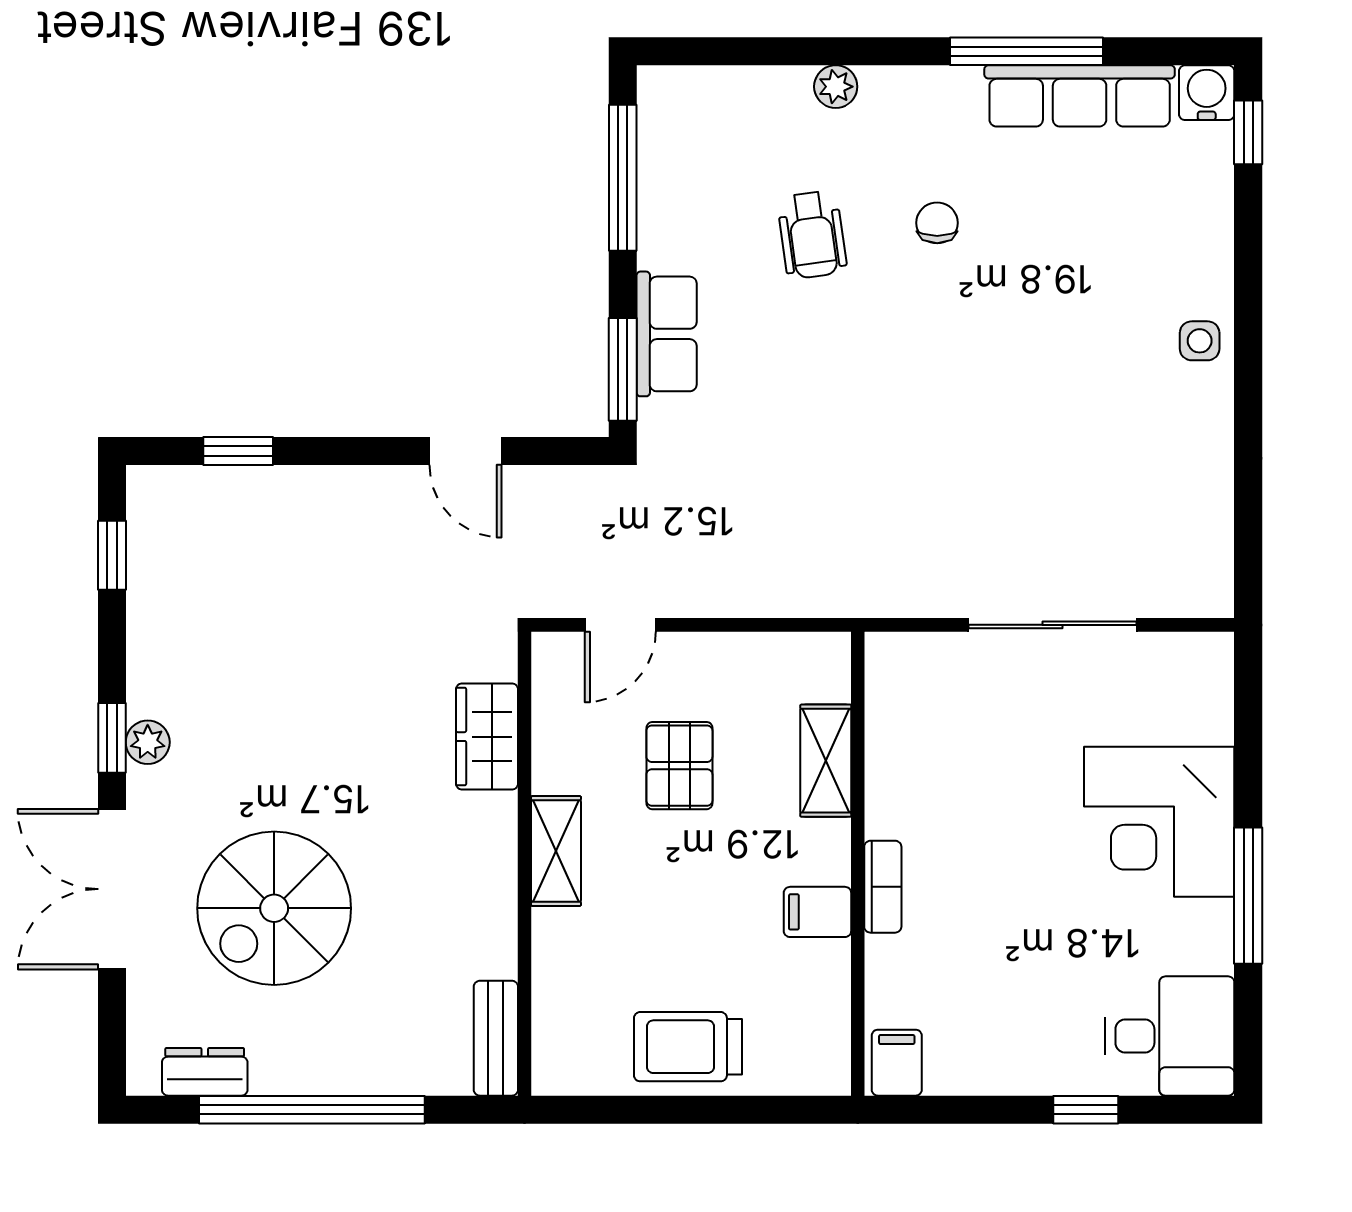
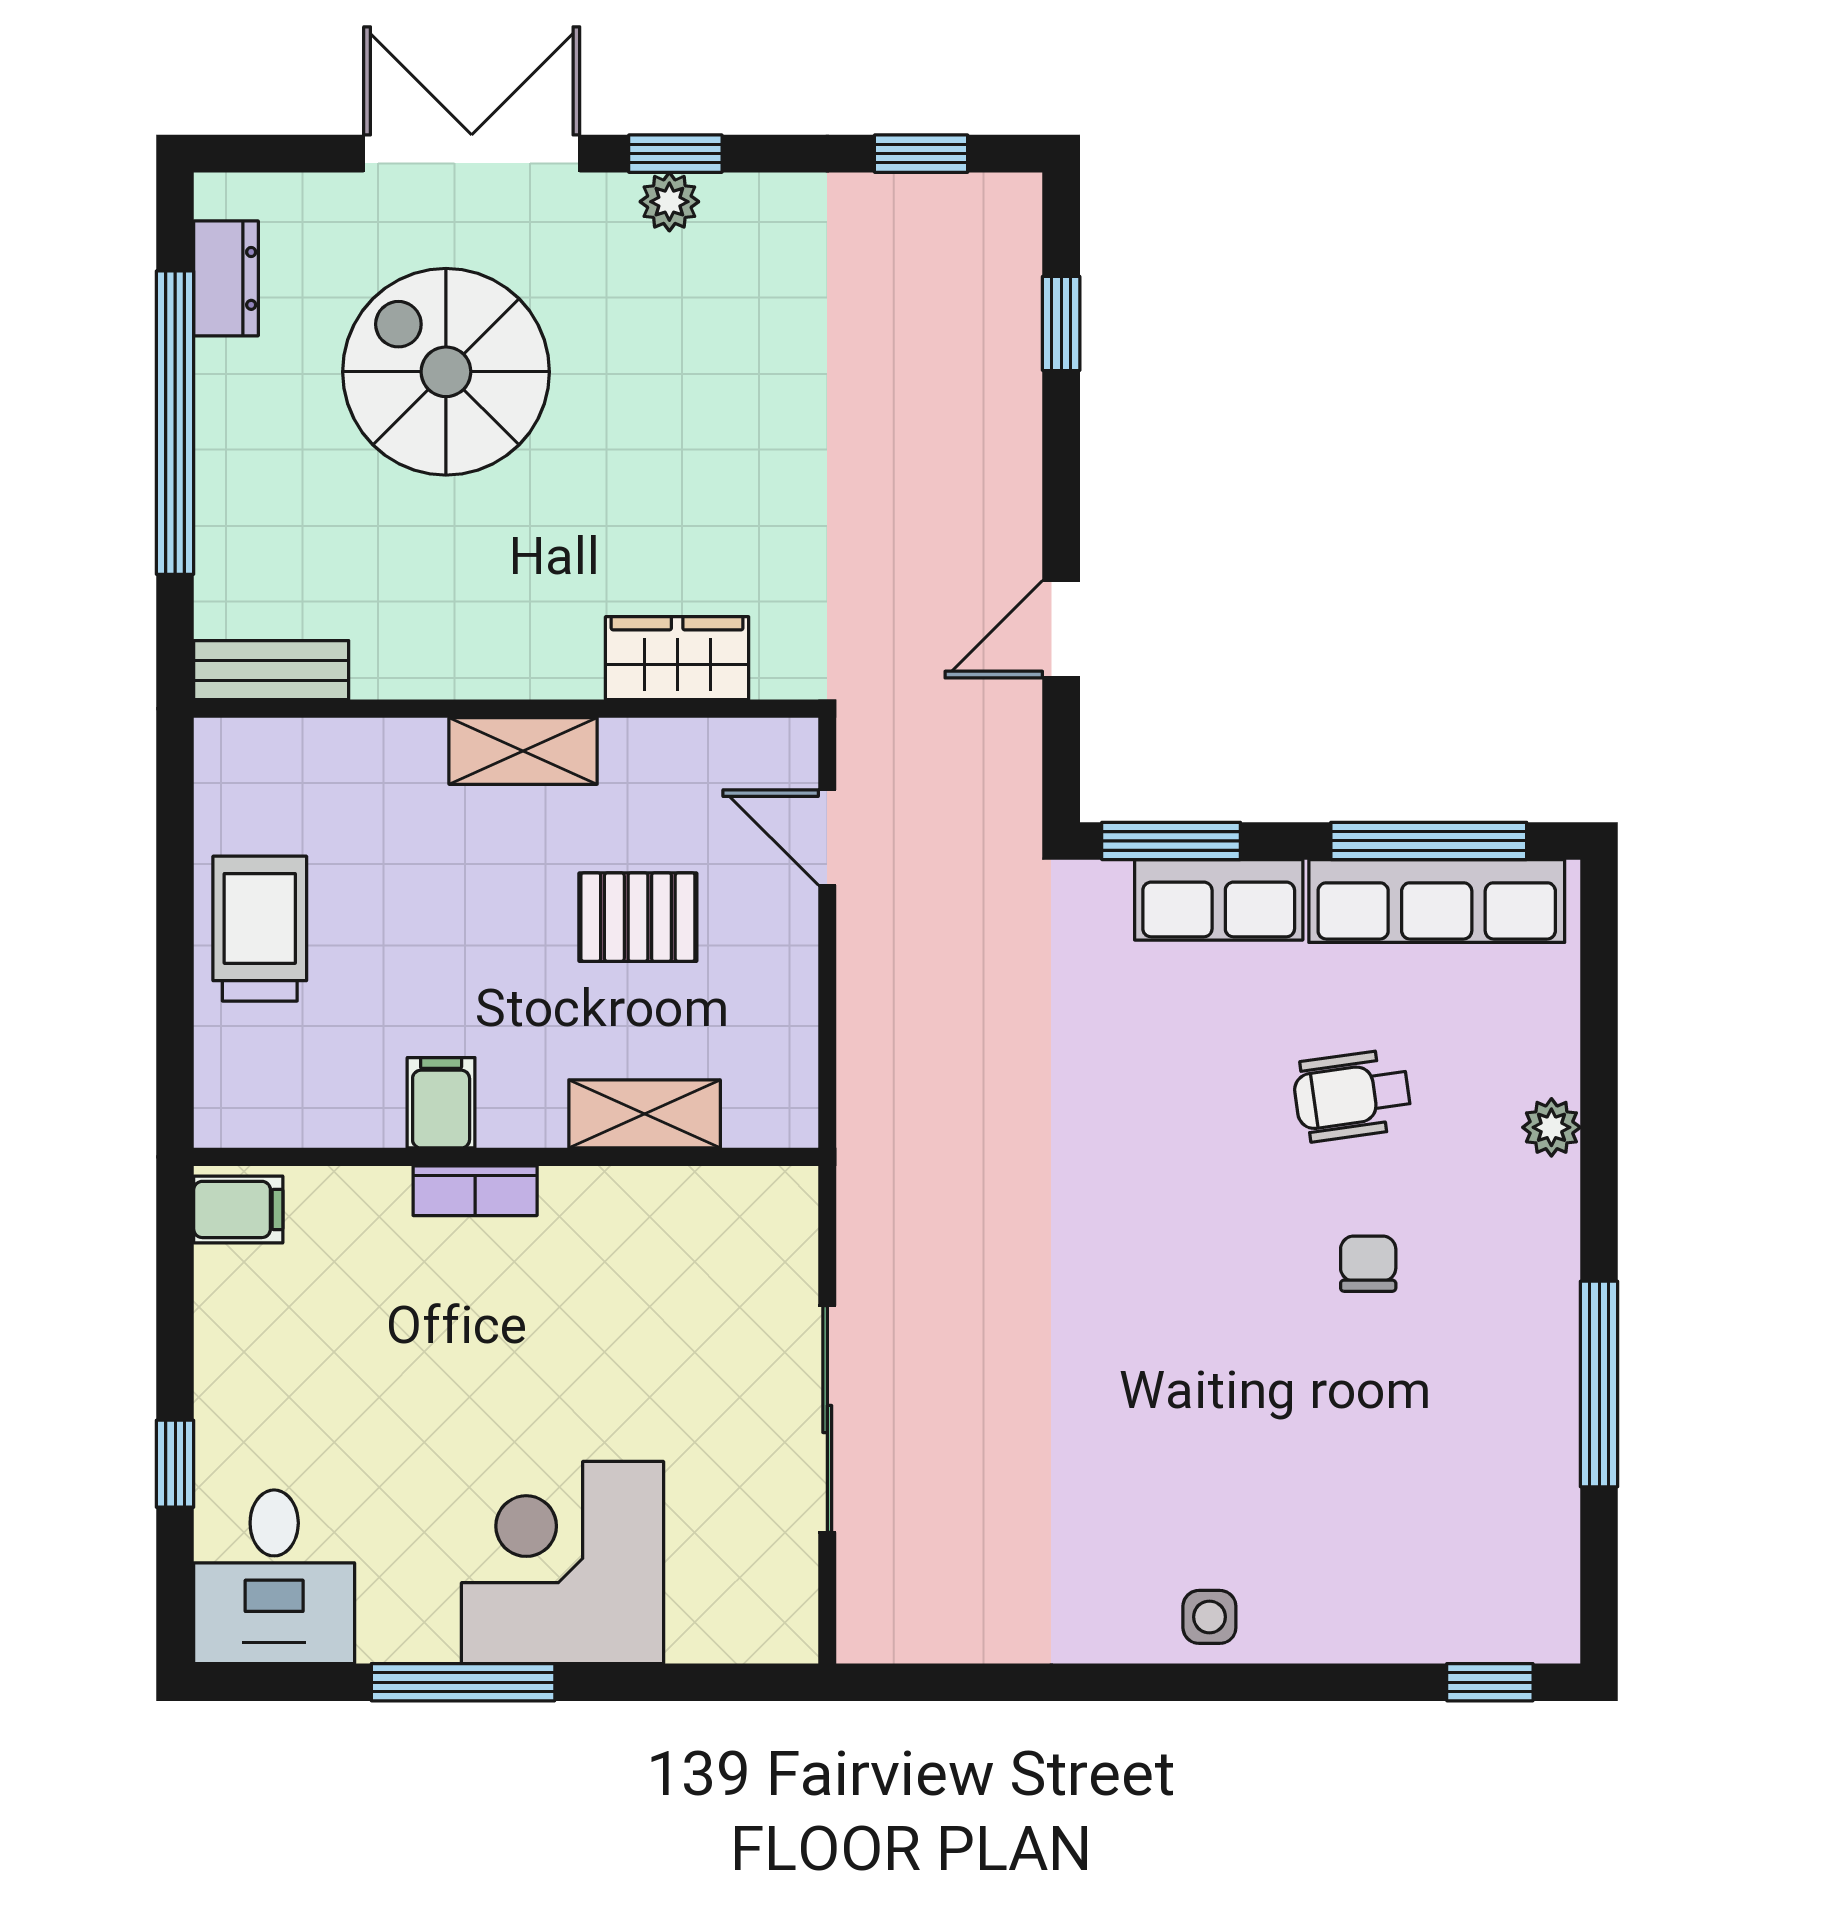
water cooler: (1207, 93) -> (1543, 1626), removed
row of seats: (1080, 96) -> (1437, 901), moved, turned -90
chair: (937, 223) -> (1368, 1264), turned -90

